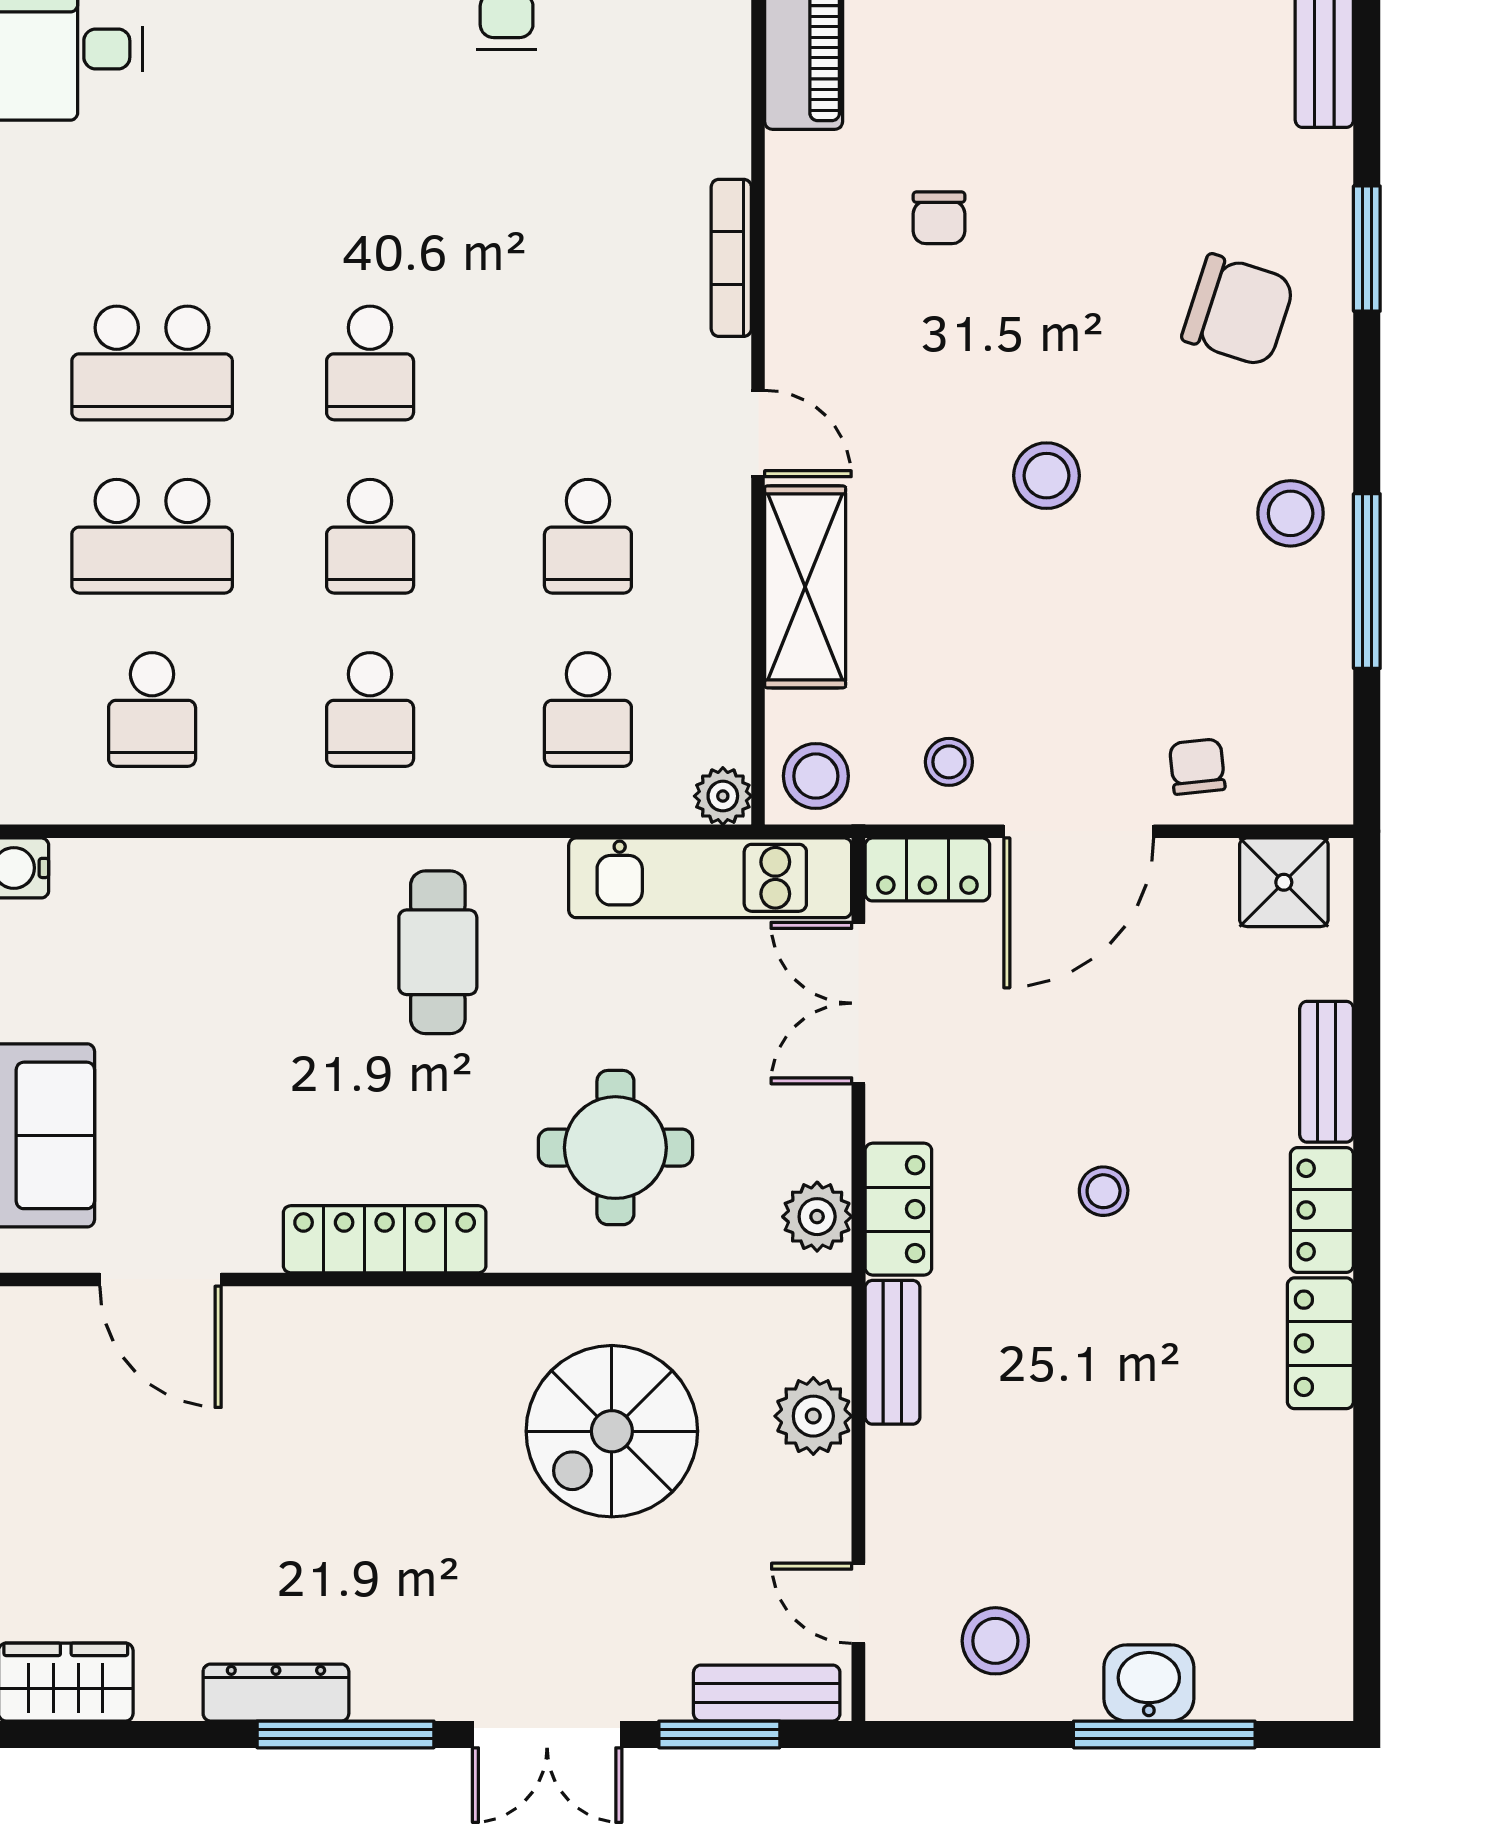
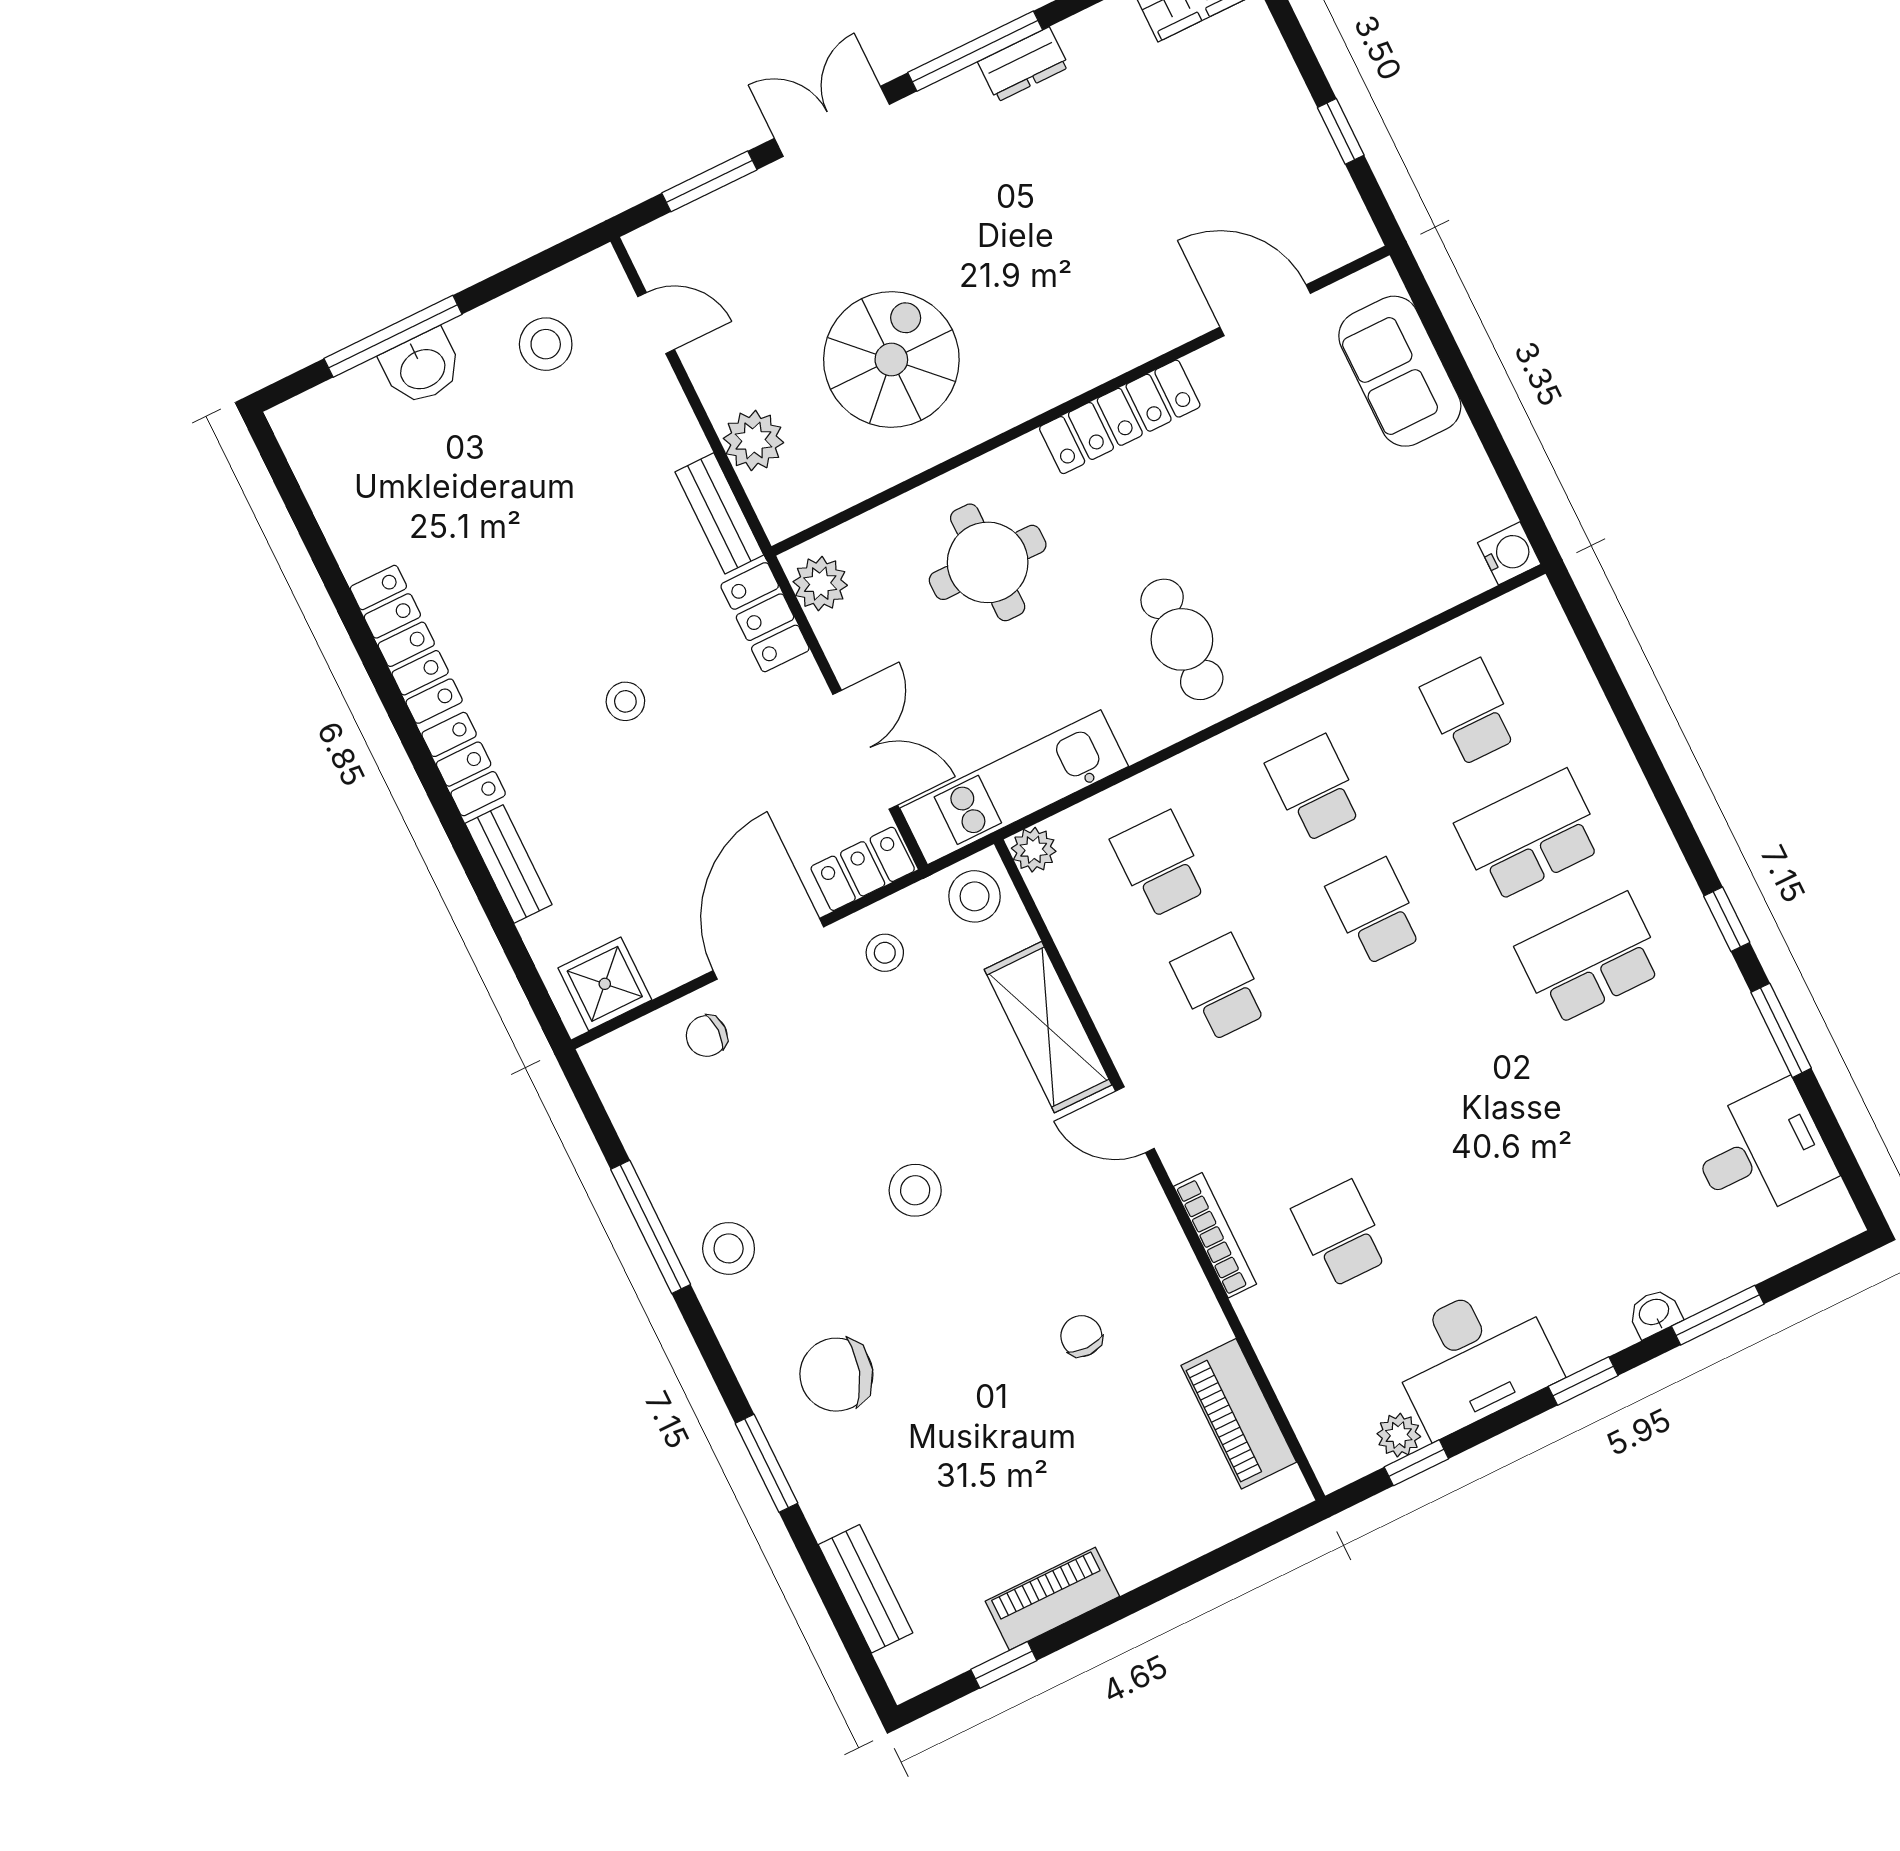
school desk: (370, 363) -> (1341, 1234), moved
chair: (1197, 767) -> (707, 1036), turned 96
locker: (1320, 1343) -> (406, 644), width x1.53
dresser: (276, 1693) -> (1023, 64), width x0.70
bench: (767, 1693) -> (690, 227), removed

